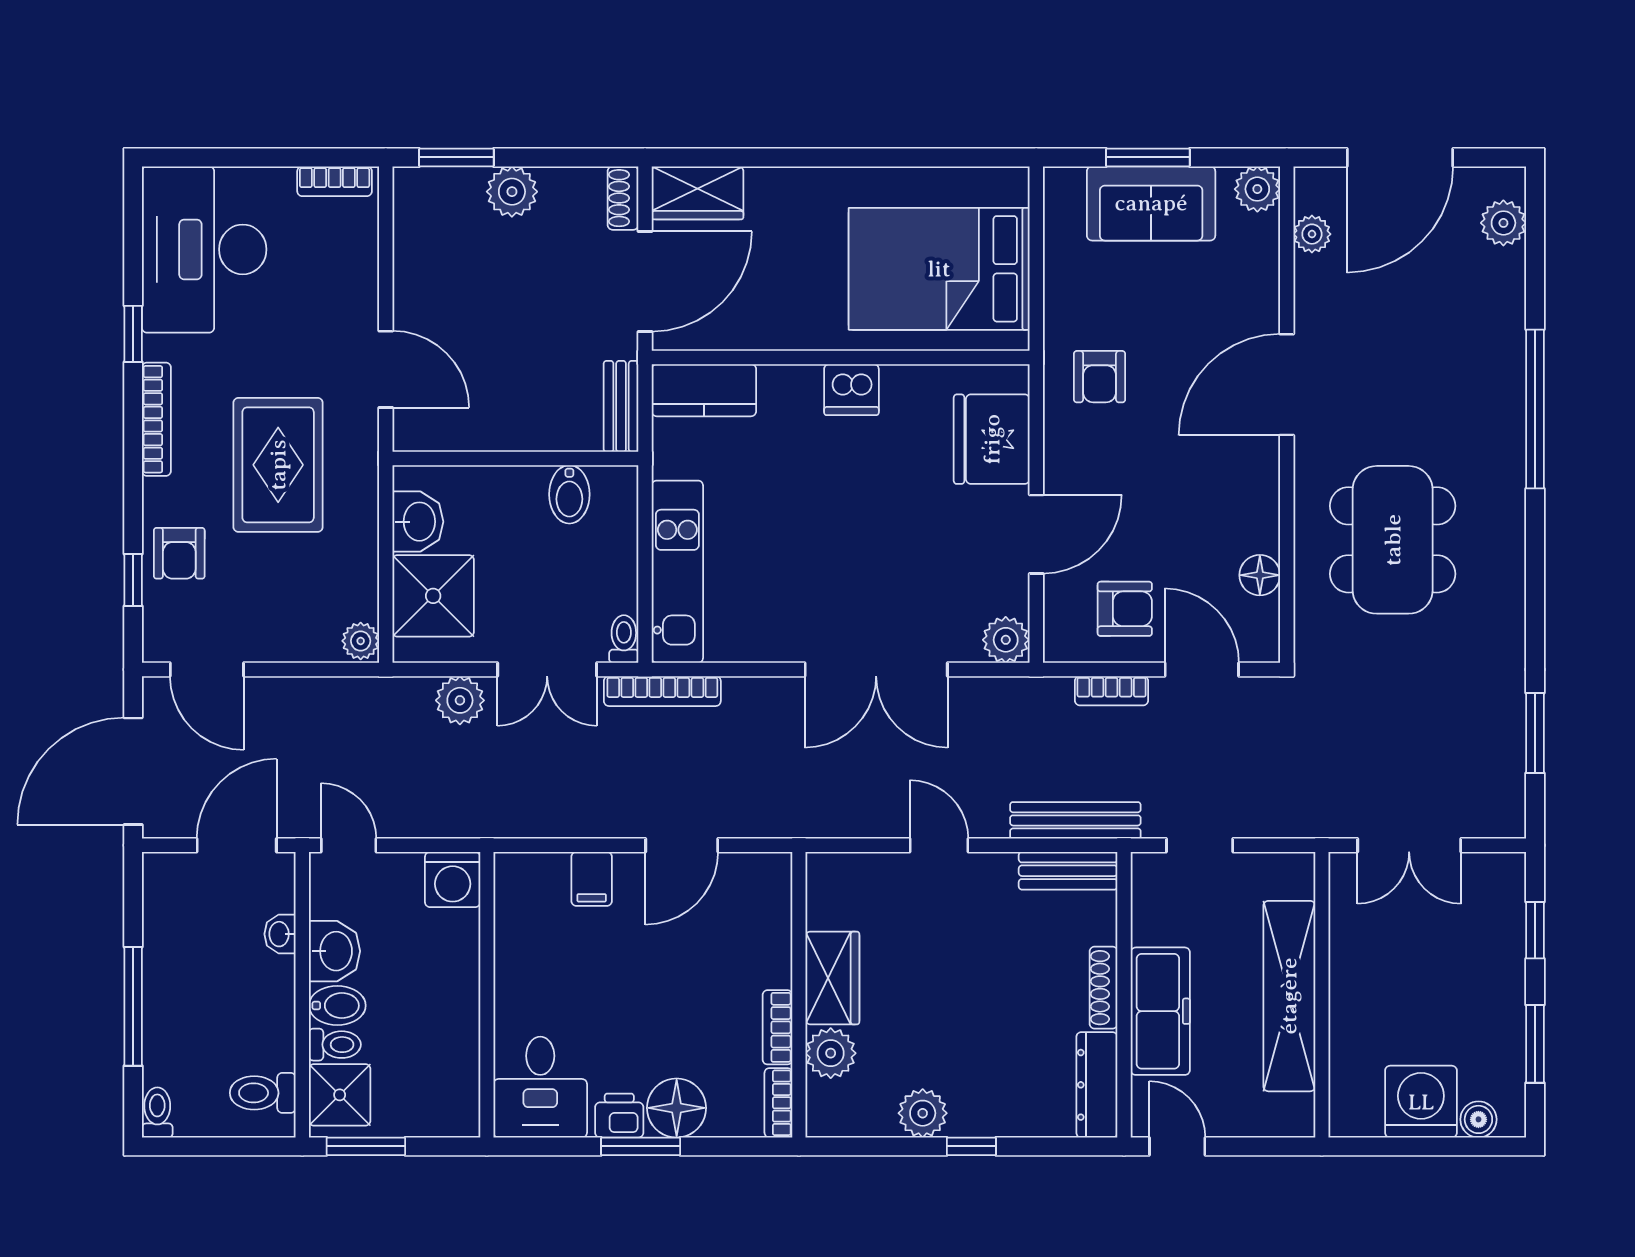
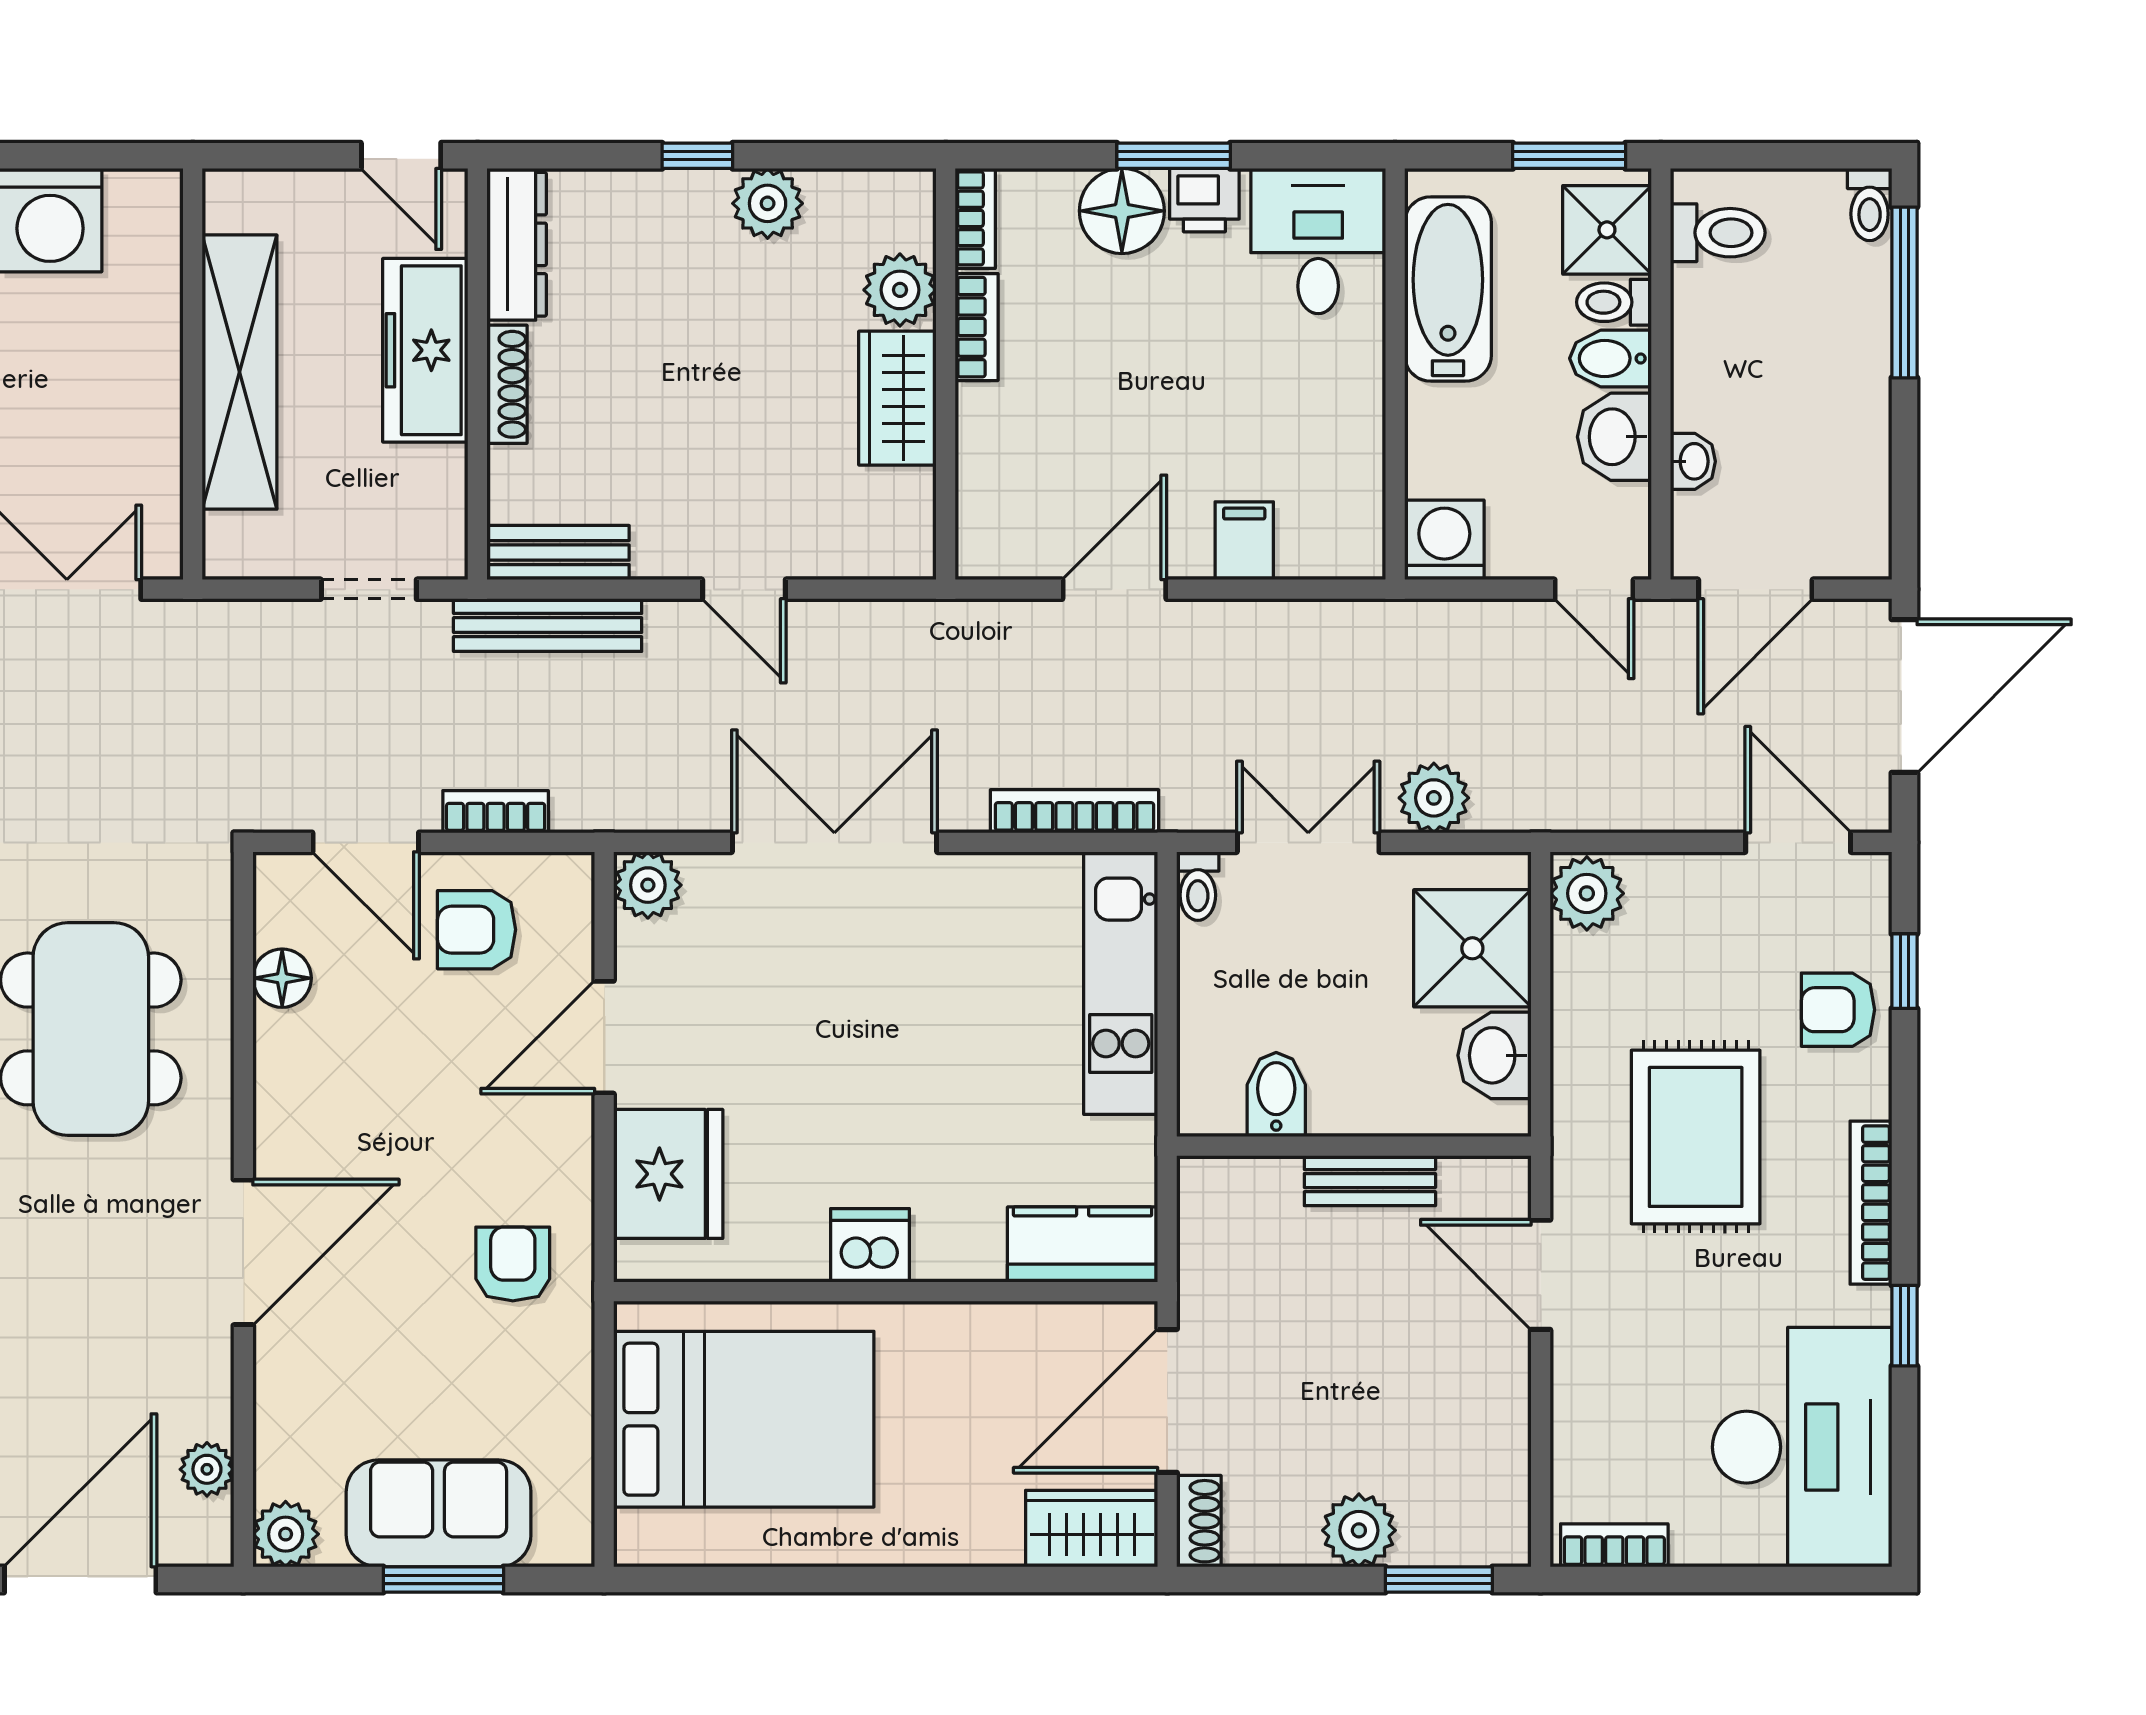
bench: (621, 406) -> (1370, 1181), moved, turned 90
armchair: (179, 553) -> (1838, 1010), turned -90
plant: (361, 641) -> (1587, 893), width x1.38, depth x1.38
bookcase: (662, 691) -> (1075, 811), moved
window: (133, 1006) -> (1904, 292), moved
bathtub: (450, 1054) -> (1448, 289), added

